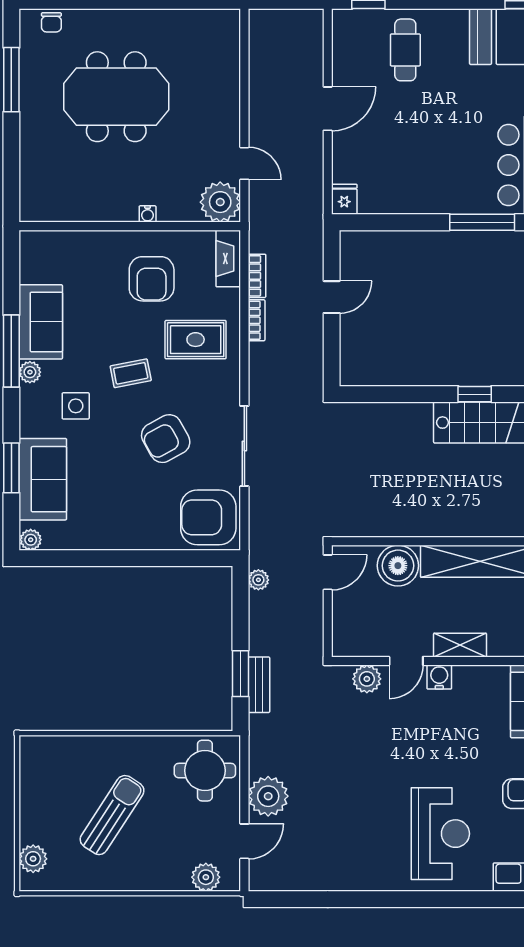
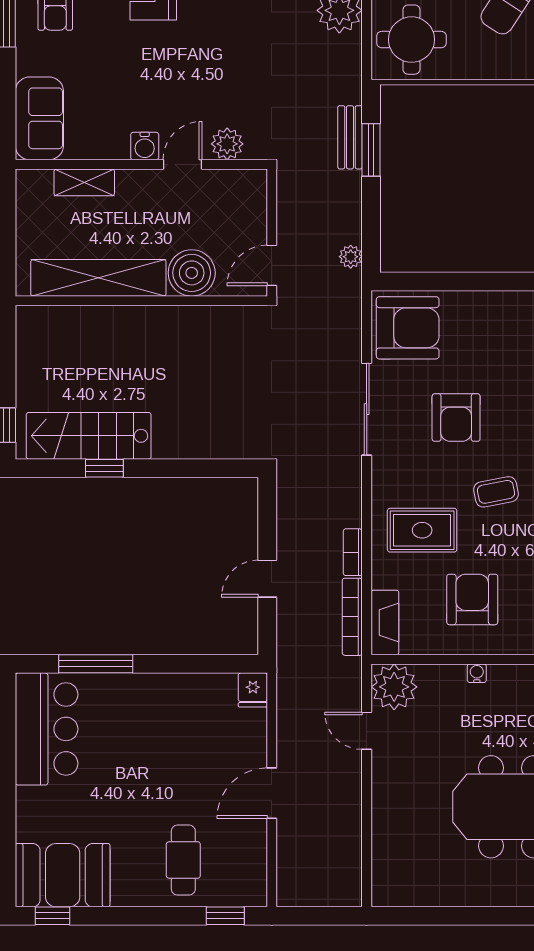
bookcase: (257, 276) -> (352, 617), width x1.56
armchair: (166, 439) -> (456, 418), turned 119
shelving: (460, 645) -> (84, 182), moved

